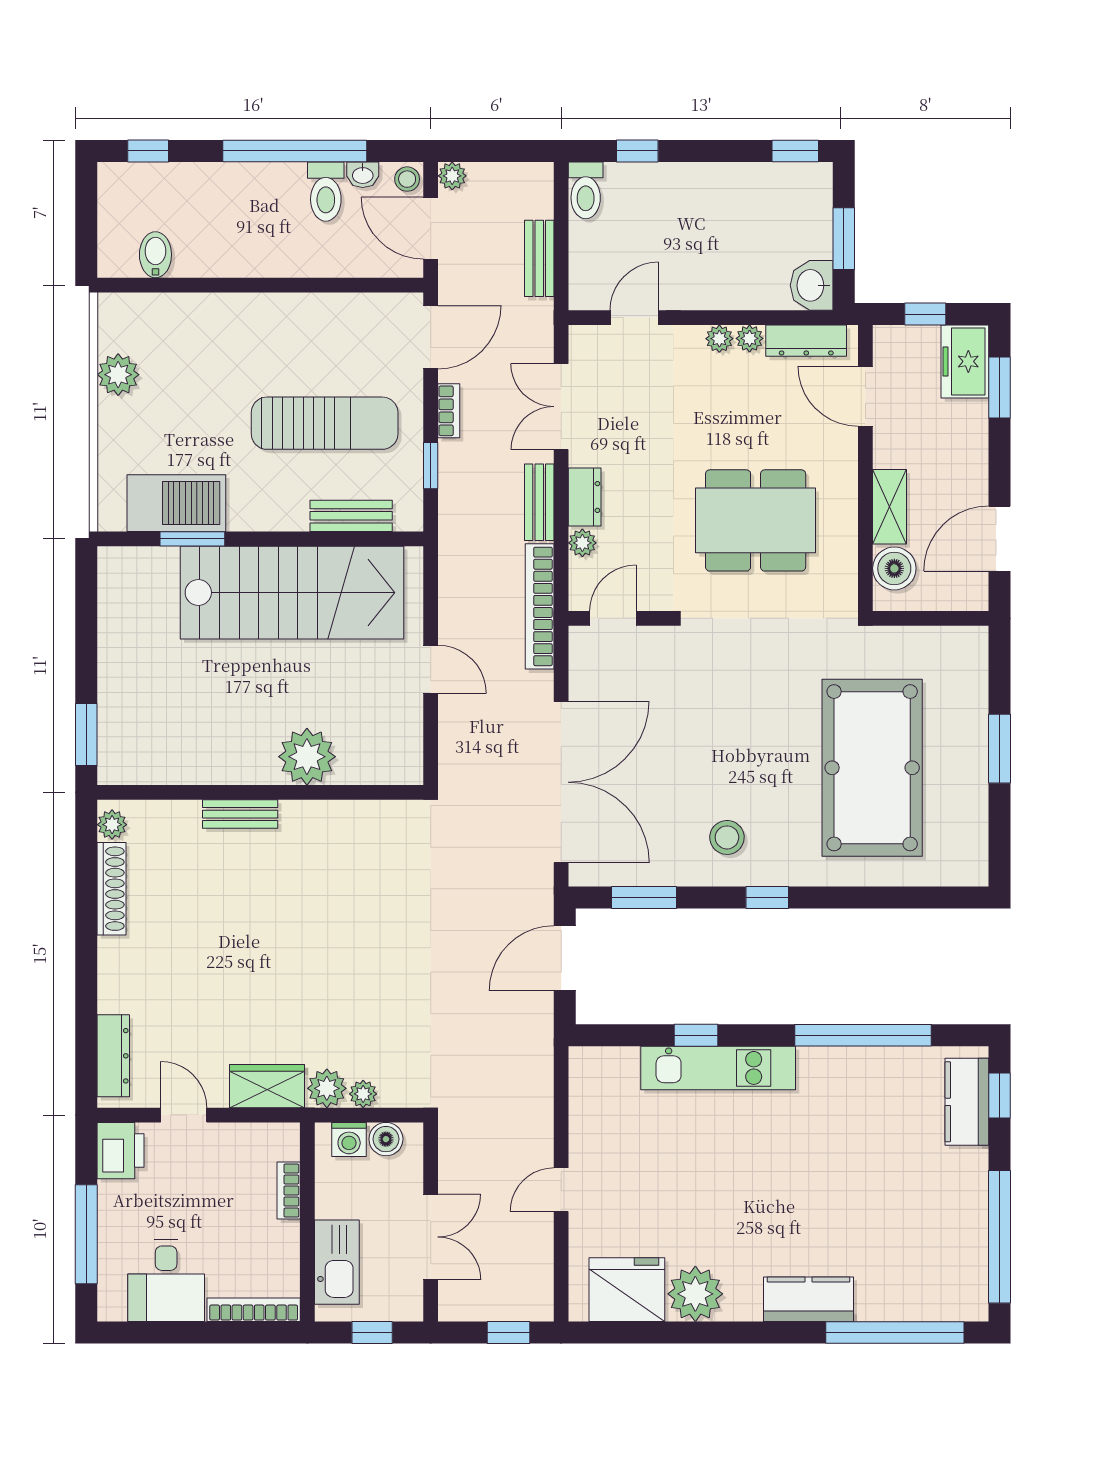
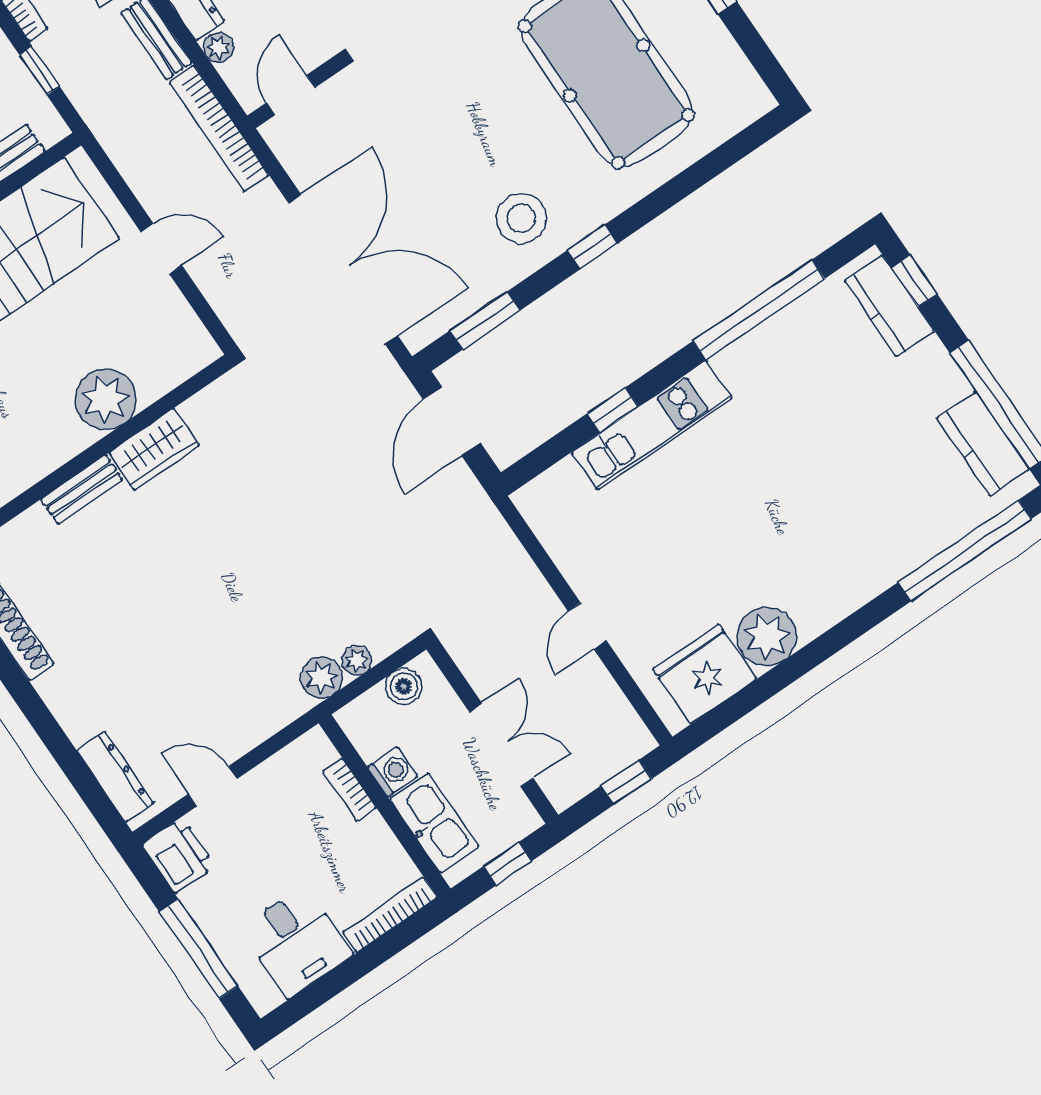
stool: (727, 837) -> (521, 218), width x1.38, depth x1.38
wardrobe: (267, 1086) -> (154, 449), moved, turned 180
washing machine: (349, 1139) -> (393, 772), moved, turned -90
kitchen counter: (809, 1299) -> (983, 444), moved, turned -90

